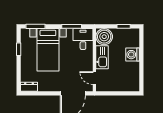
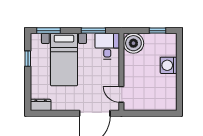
kitchen sink: (102, 57) -> (131, 69), removed

